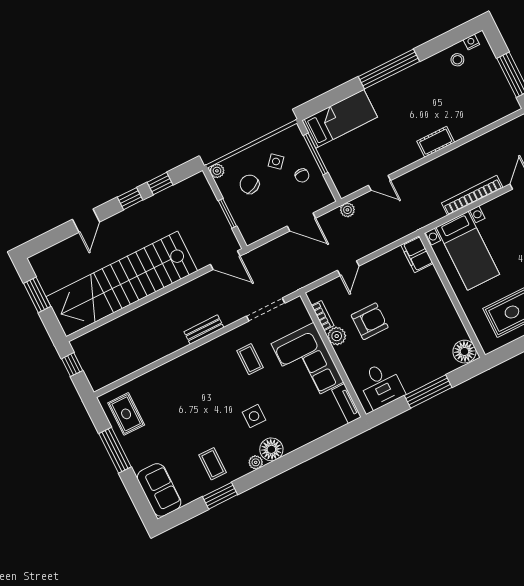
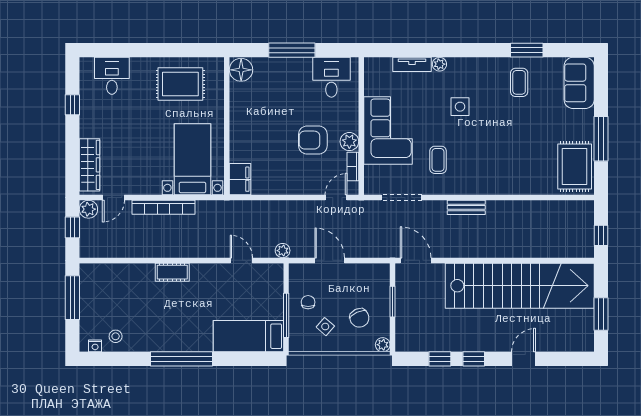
door: (348, 268) -> (336, 198), moved
tv unit: (346, 404) -> (412, 64), moved, turned 90
rug: (126, 414) -> (575, 166), width x1.36, depth x1.43
floor lamp: (271, 449) -> (459, 69), removed
plant: (256, 462) -> (439, 64), moved

